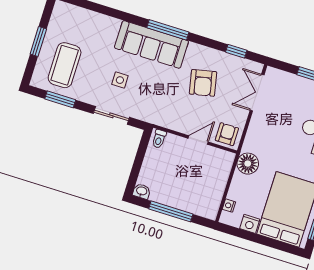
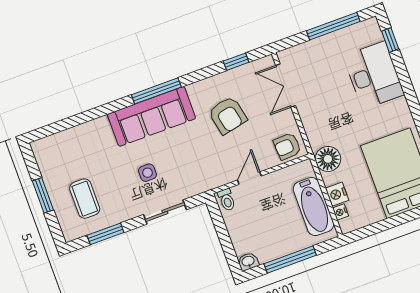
coffee table: (65, 65) -> (85, 199), width x0.73, depth x0.76
armchair: (227, 134) -> (287, 146), turned -93
door: (198, 140) -> (249, 178), moved
bathtub: (214, 188) -> (313, 207), added
nightstand: (250, 224) -> (337, 194), moved, turned 90

